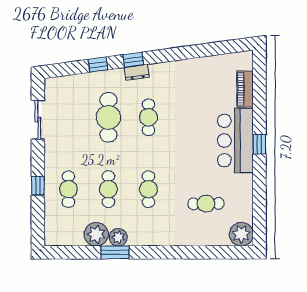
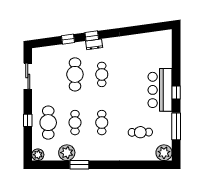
piano: (245, 89) -> (167, 55), removed
cafe table: (68, 189) -> (48, 123), width x1.37, depth x1.35
window: (259, 195) -> (176, 126), added
plant: (118, 237) -> (38, 155), moved

